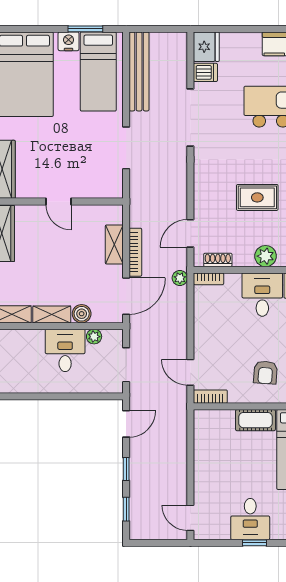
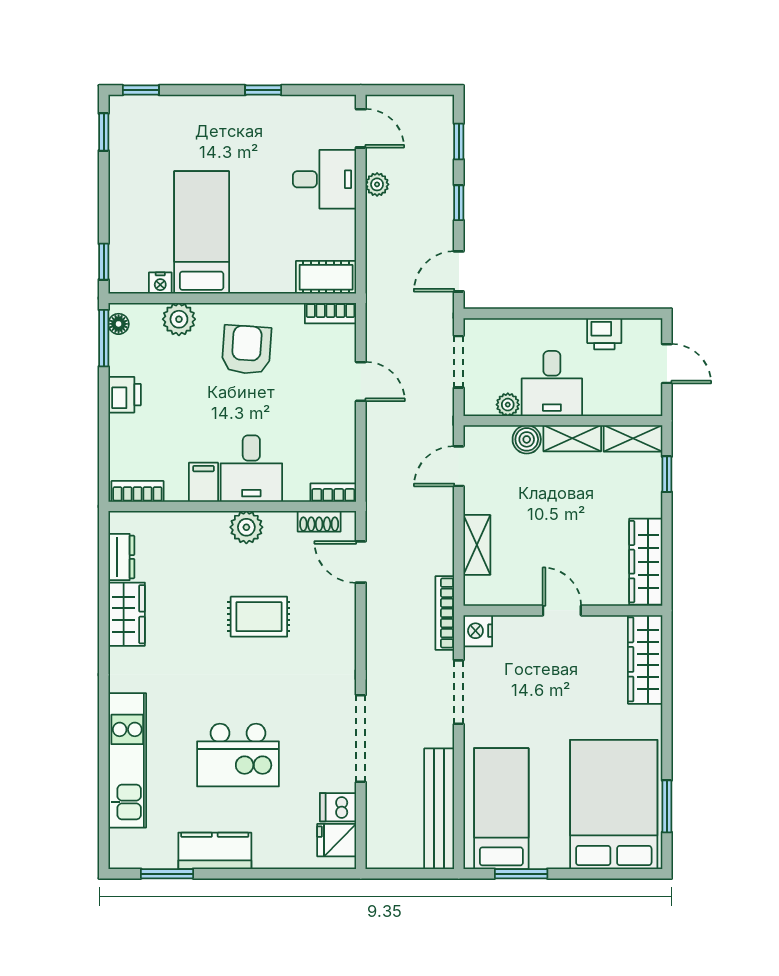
nightstand: (69, 41) -> (478, 631), moved, turned 90
fridge: (206, 47) -> (337, 840), width x0.72
door: (190, 233) -> (361, 562), swing flipped
bookcase: (135, 252) -> (445, 613), moved
plant: (180, 278) -> (377, 184), moved
door: (126, 296) -> (459, 466), width x0.73
door: (190, 372) -> (361, 381), moved
armchair: (265, 373) -> (247, 350), width x1.38, depth x1.38
printer: (31, 383) -> (604, 334), added
cot: (255, 420) -> (326, 277), moved
desk: (250, 519) -> (325, 179), moved, turned 90

